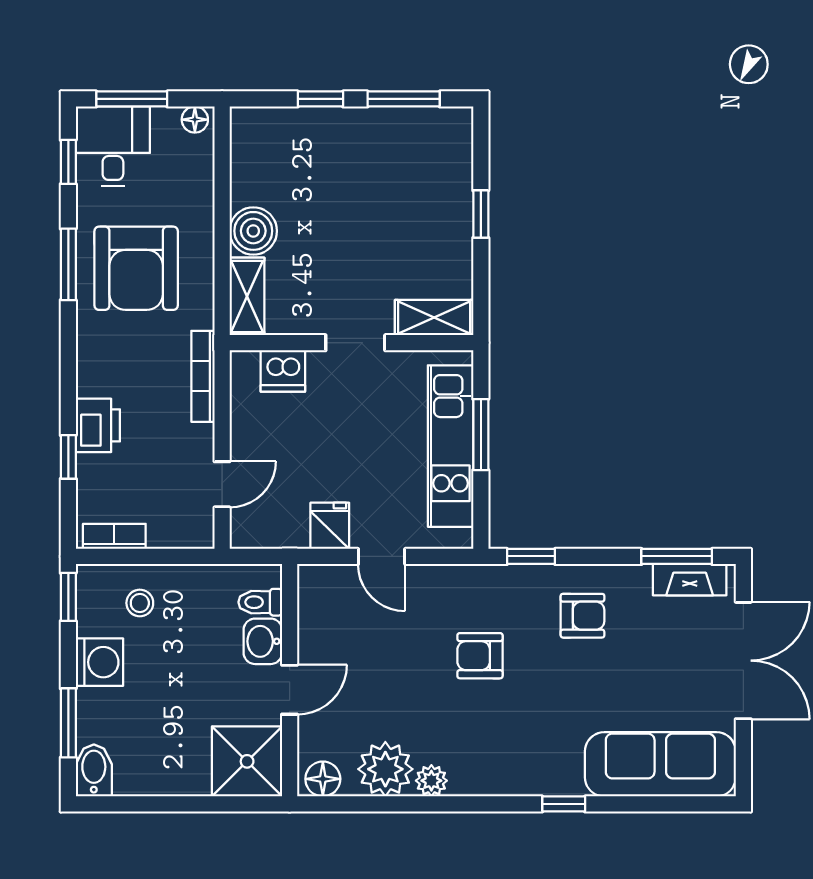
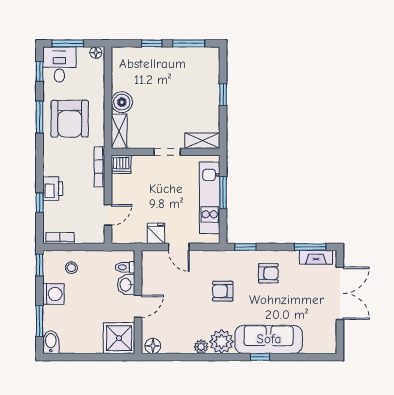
dishwasher: (283, 371) -> (121, 164), moved
sofa: (660, 764) -> (269, 339), moved
plant: (385, 769) -> (222, 342), moved

